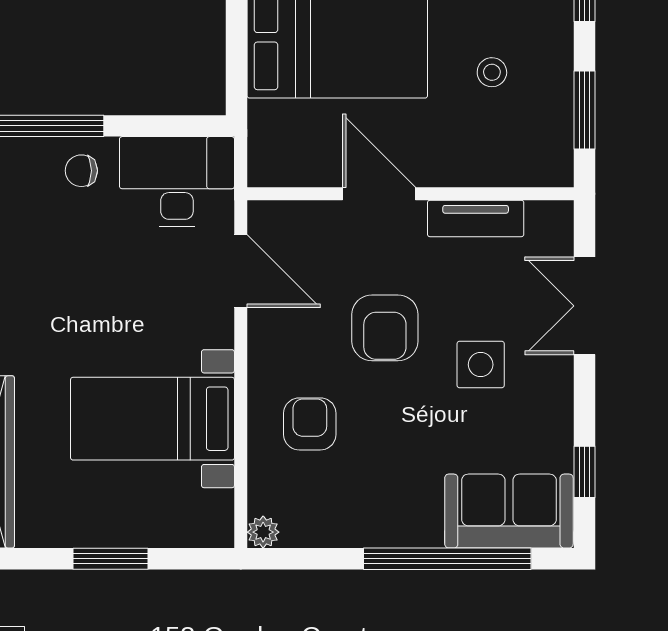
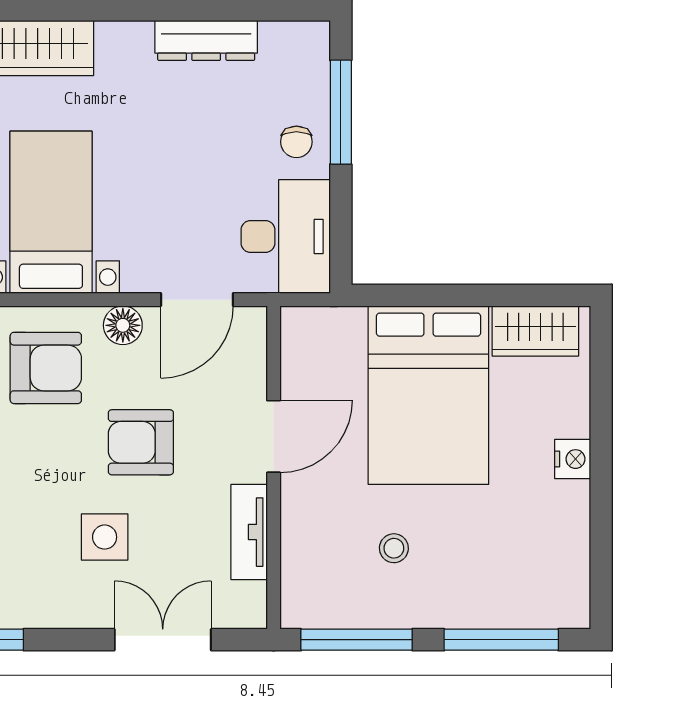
window: (584, 110) -> (357, 640), width x1.44
chair: (81, 171) -> (296, 142), turned 180
floor lamp: (267, 346) -> (123, 325), added
armchair: (310, 424) -> (46, 368), width x1.38, depth x1.38

